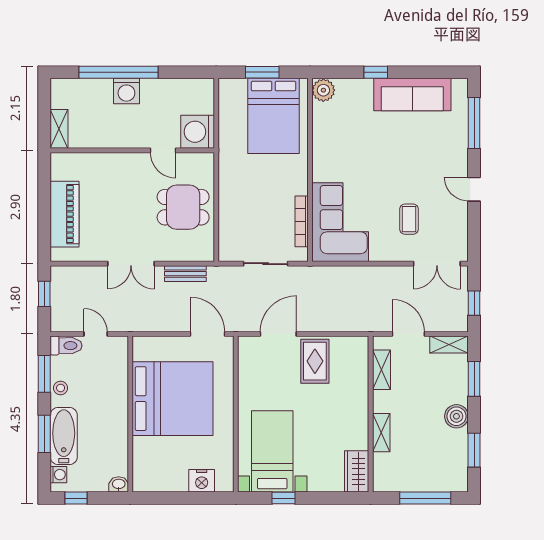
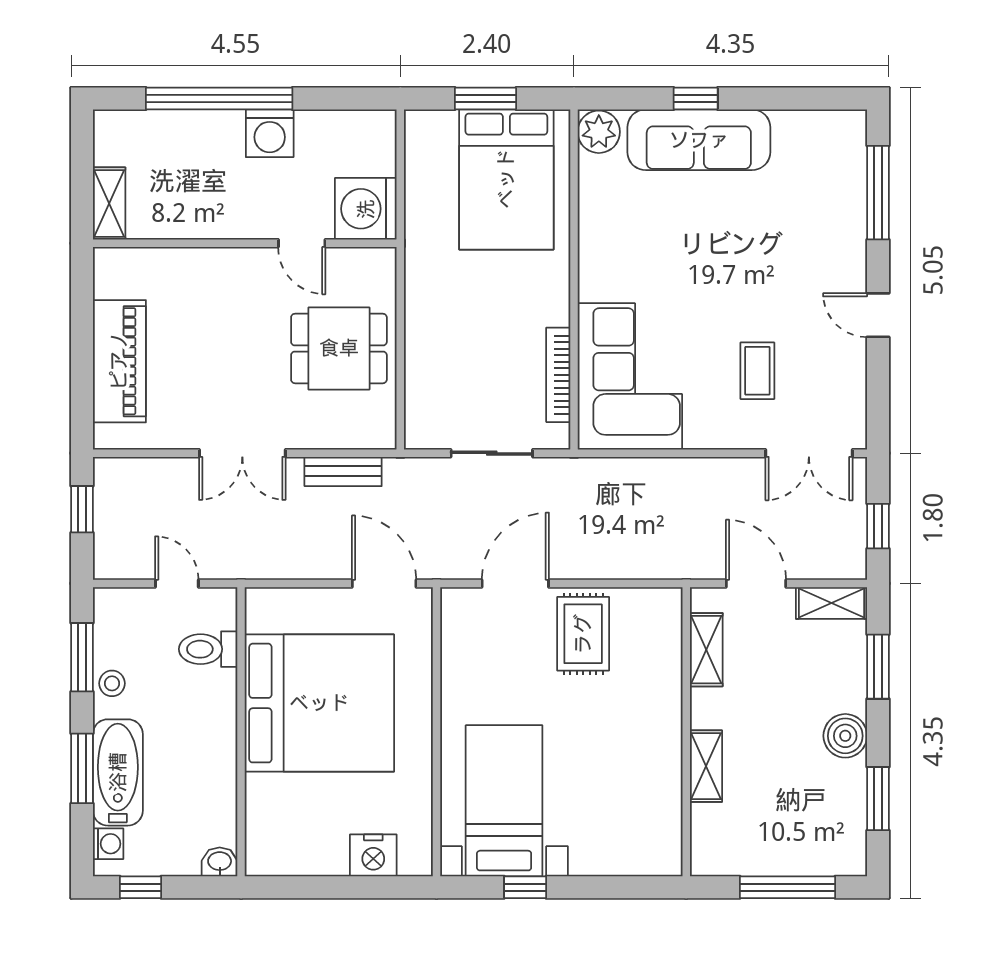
washing machine: (126, 91) -> (270, 133), moved
sofa: (412, 94) -> (699, 140), moved
toilet: (66, 346) -> (208, 649), moved, turned 180
wardrobe: (357, 471) -> (660, 838), removed

